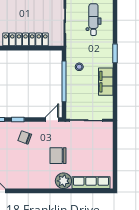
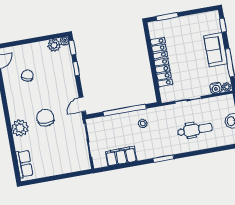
filing cabinet: (106, 82) -> (121, 156), moved
door: (52, 119) -> (82, 104), swing flipped
chair: (25, 137) -> (27, 75), moved
row of seats: (91, 183) -> (24, 164), width x0.68

